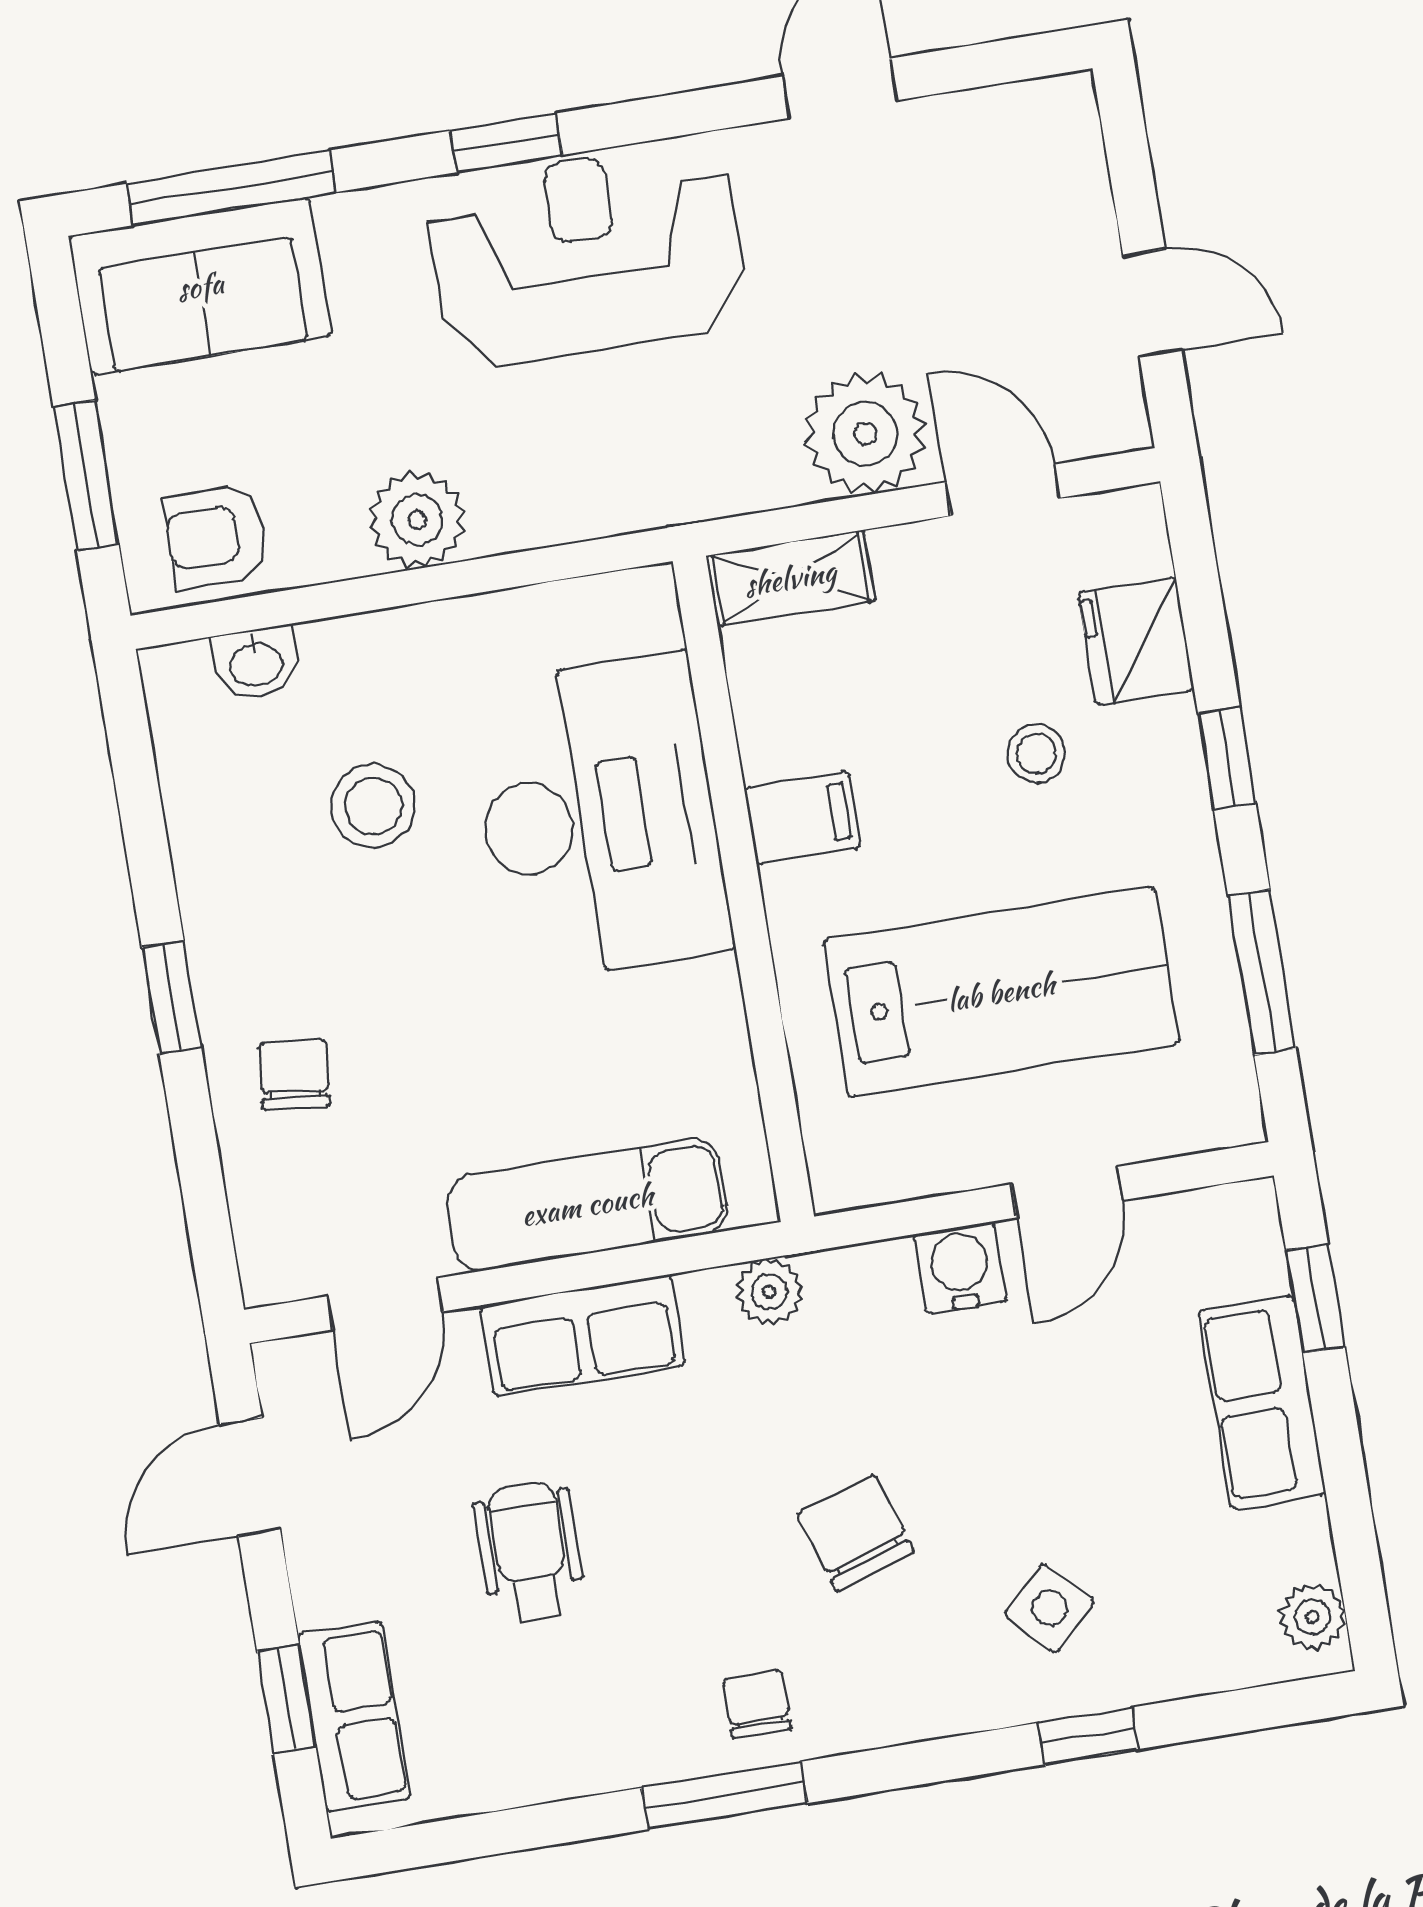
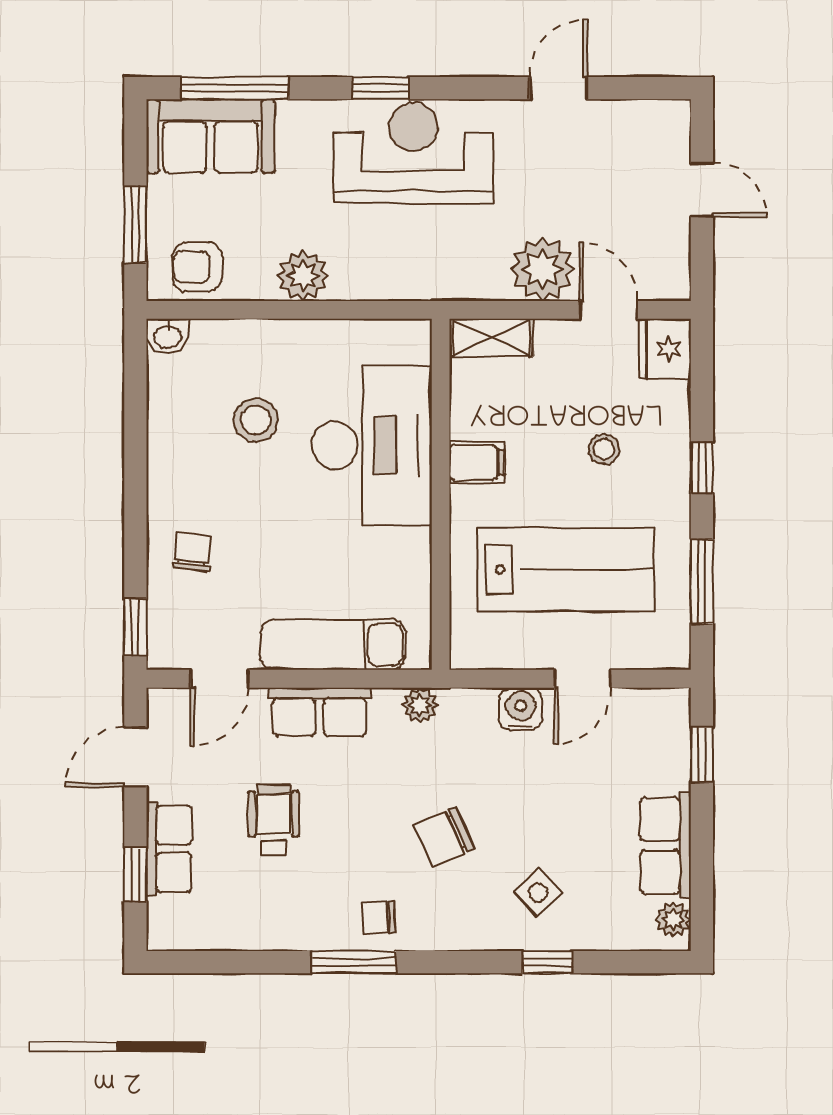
door: (1152, 303) -> (702, 190), moved
fridge: (1136, 641) -> (665, 349), moved
washbasin: (256, 663) -> (168, 336), moved
window: (172, 997) -> (135, 627), moved
row of seats: (1262, 1402) -> (666, 846), moved
chair: (855, 1533) -> (444, 837), turned -96
chair: (757, 1704) -> (379, 918), turned -93
row of seats: (354, 1717) -> (169, 849), moved

